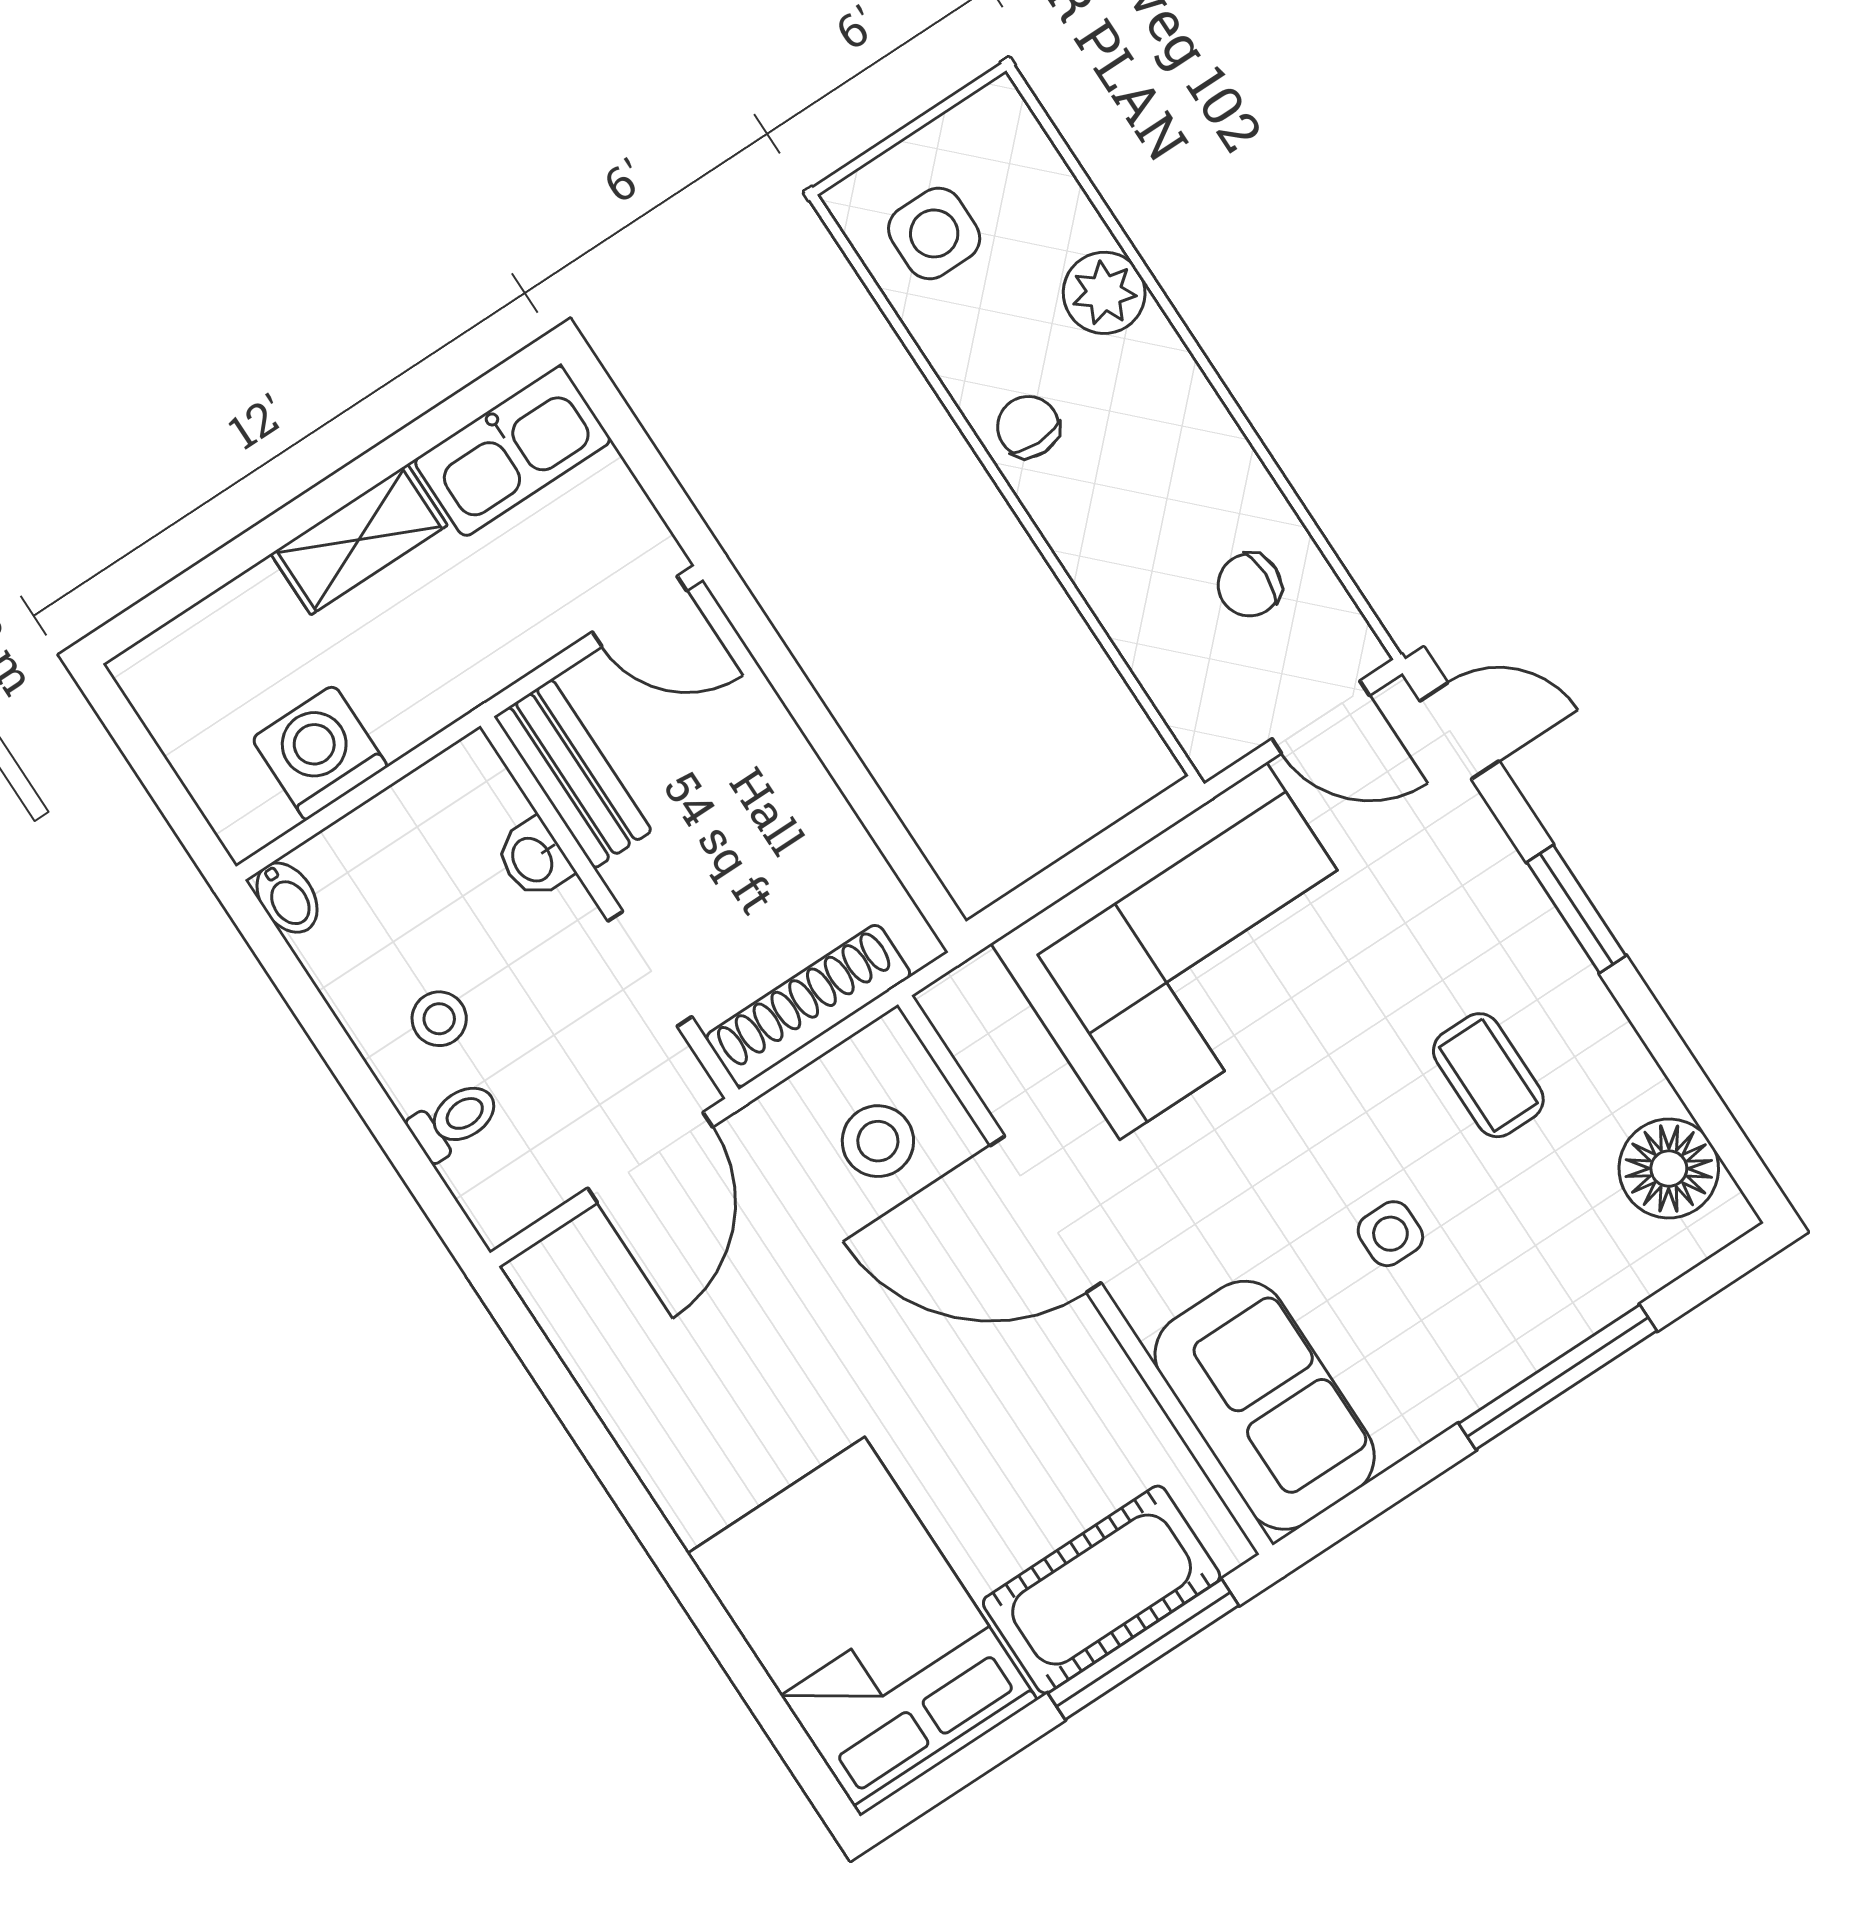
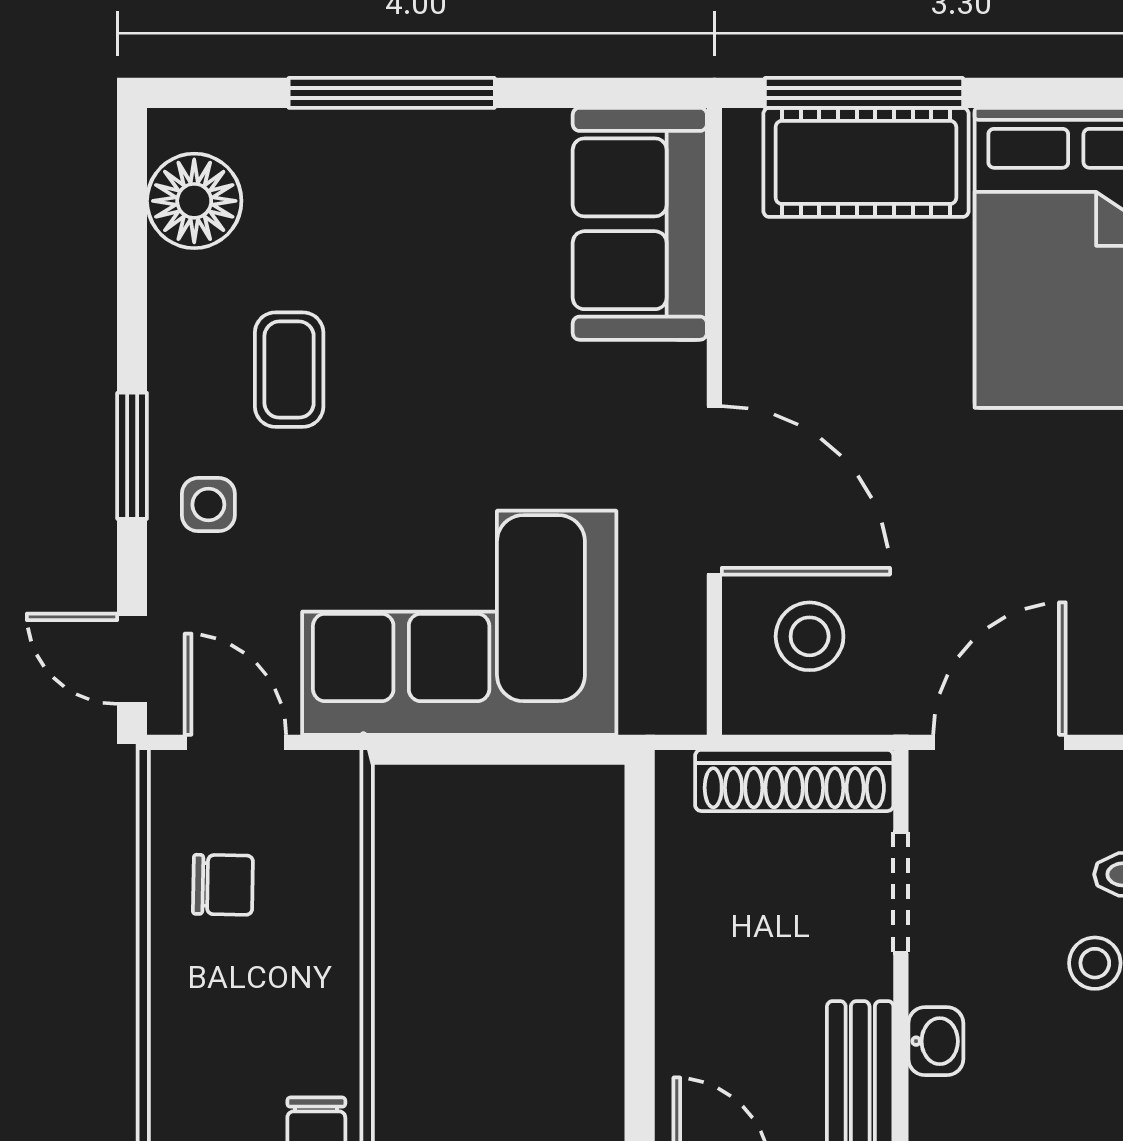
side table: (1390, 1234) -> (208, 505), moved

